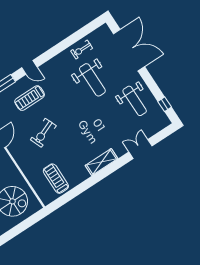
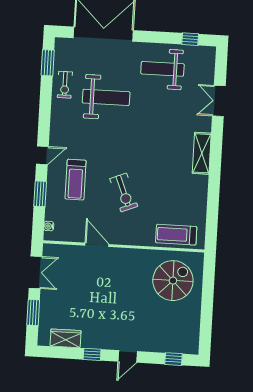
window: (87, 29) -> (48, 63), added
weight bench: (135, 101) -> (162, 69), turned 180
treadmill: (56, 179) -> (176, 235), moved

